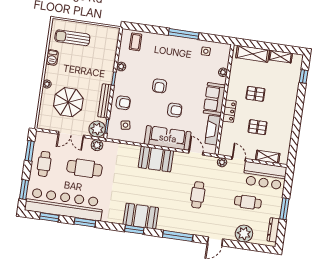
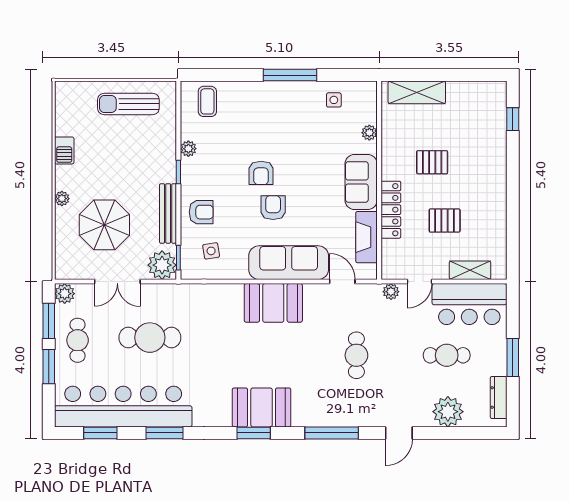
sun lounger: (72, 38) -> (128, 104), moved
shelving: (281, 56) -> (467, 90), removed
armchair: (175, 110) -> (273, 208), moved, turned -90
locker: (229, 111) -> (391, 210), width x1.53
plant: (97, 145) -> (65, 294), moved
door: (239, 159) -> (420, 282), swing flipped
window: (24, 190) -> (49, 367), moved

